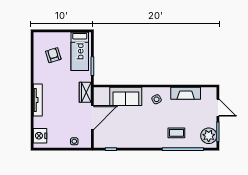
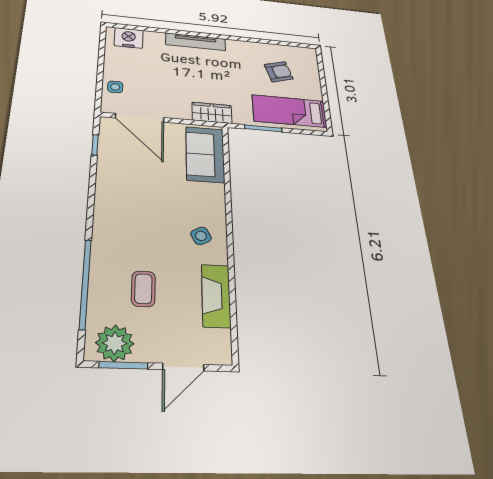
sofa: (126, 96) -> (205, 154), moved
door: (92, 118) -> (140, 118), moved
coffee table: (176, 133) -> (143, 289), moved

